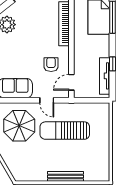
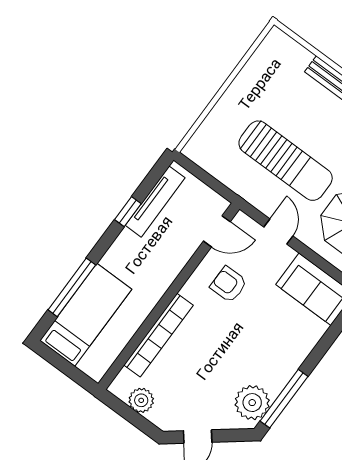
armchair: (51, 65) -> (229, 284), turned 90

